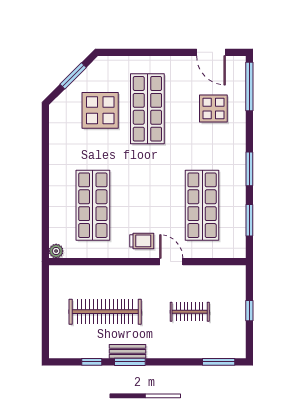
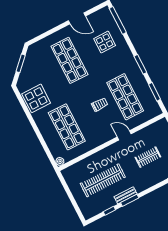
door: (211, 52) -> (77, 18), moved
display table: (100, 110) -> (36, 98), moved
trolley: (142, 241) -> (100, 104), moved

